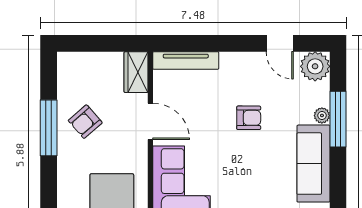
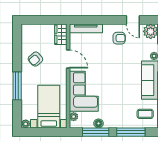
armchair: (249, 118) -> (119, 38), moved
window: (49, 128) -> (17, 86), moved

